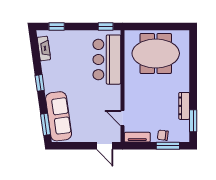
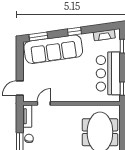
bar counter: (107, 60) -> (108, 73), moved, turned -90
sofa: (59, 116) -> (53, 49), width x1.36, depth x1.27

